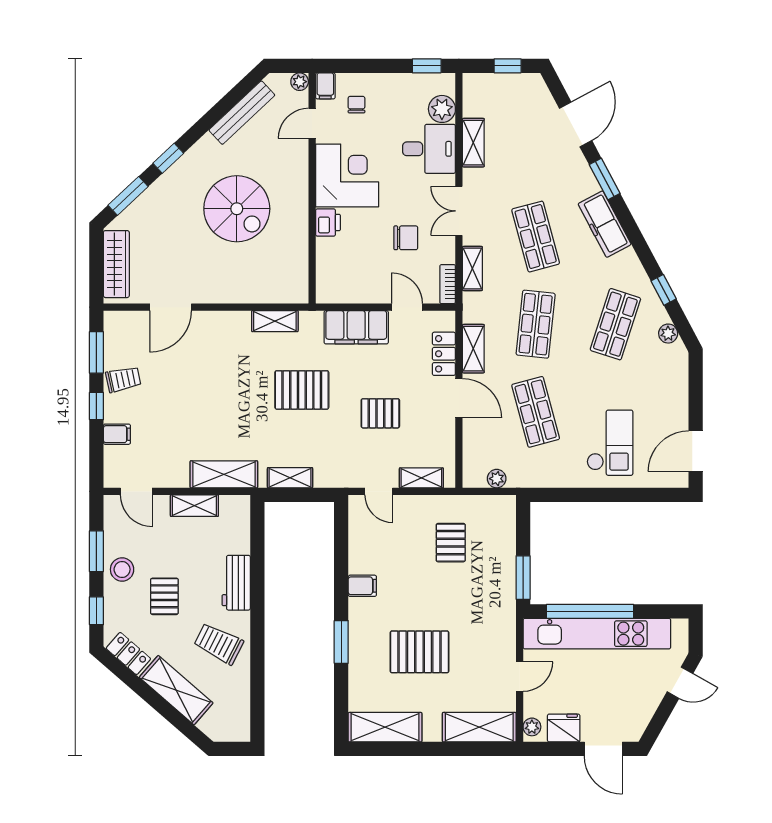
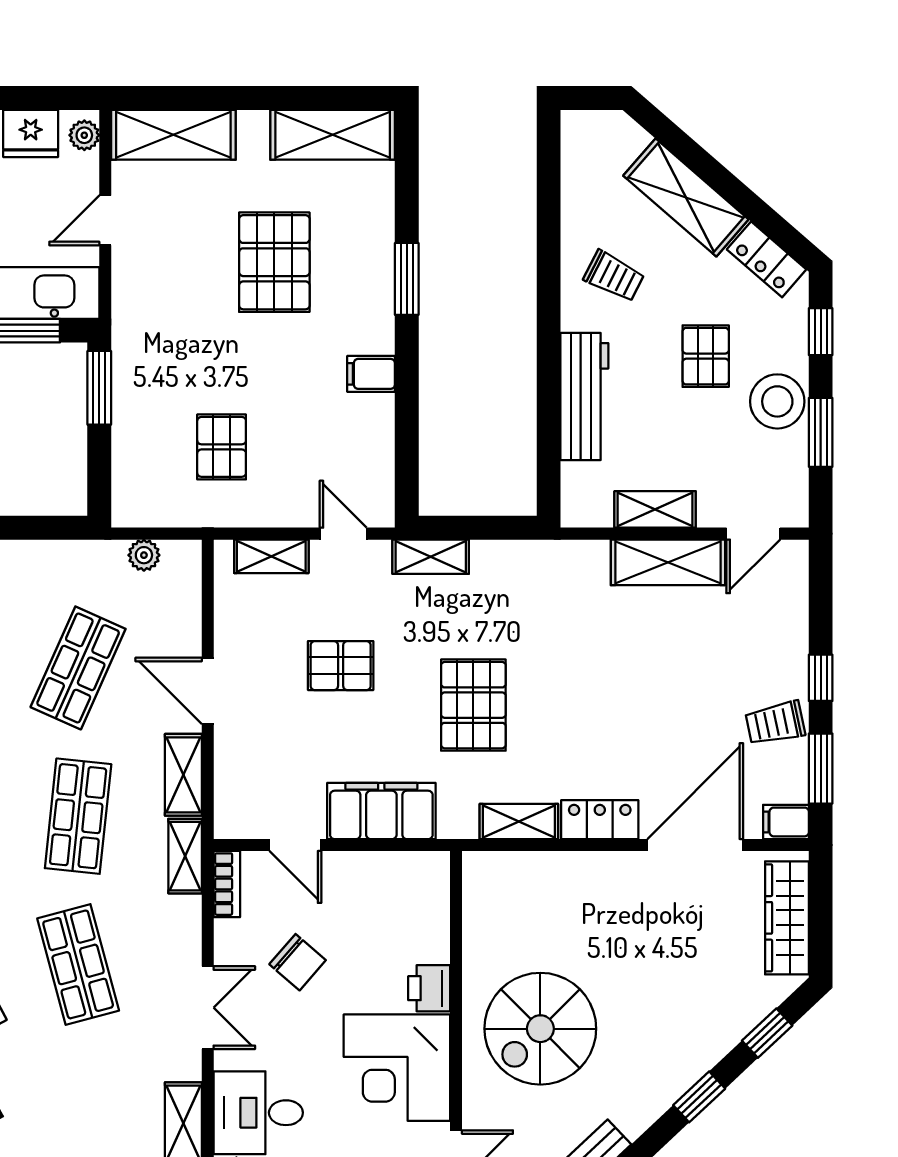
window: (128, 196) -> (767, 1033), width x0.67
spiral stairs: (237, 209) -> (540, 1029), moved, turned -90
chair: (406, 238) -> (298, 962), turned -139
shelving: (472, 269) -> (185, 856), moved
door: (171, 307) -> (695, 845), width x1.36
locker: (444, 354) -> (600, 820), moved, turned -90
pallet: (302, 390) -> (473, 705), turned 90
shop shelf: (536, 412) -> (78, 668), turned 39
filing cabinet: (117, 434) -> (786, 822), moved
shelving: (224, 474) -> (668, 562), moved
shelving: (290, 478) -> (431, 557), moved
door: (136, 491) -> (753, 534), swing flipped
stool: (122, 569) -> (777, 401), width x1.38, depth x1.38
workbench: (236, 583) -> (584, 396), width x1.38
trolley: (219, 644) -> (614, 276), width x0.73, depth x0.72
pallet: (420, 652) -> (274, 262), turned 90

